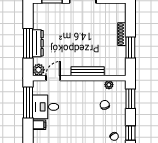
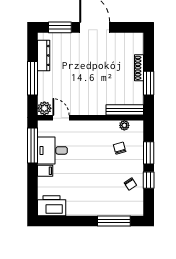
dresser: (38, 43) -> (44, 55), moved
bench: (88, 71) -> (125, 110), moved
door: (53, 78) -> (61, 118), hinge flipped
window: (130, 99) -> (149, 153), moved

